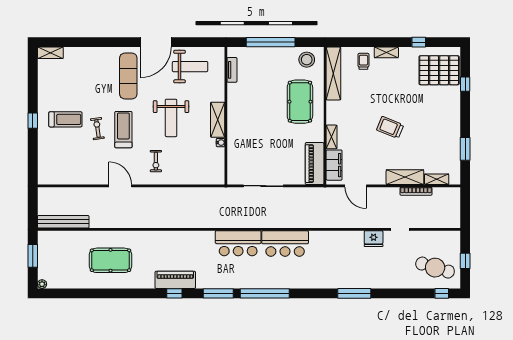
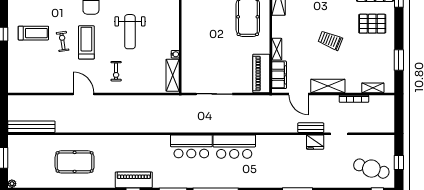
pallet: (436, 109) -> (372, 24), added
shelving: (218, 120) -> (173, 75), moved
shelving: (405, 177) -> (328, 86), moved
bench: (369, 223) -> (311, 128), added

